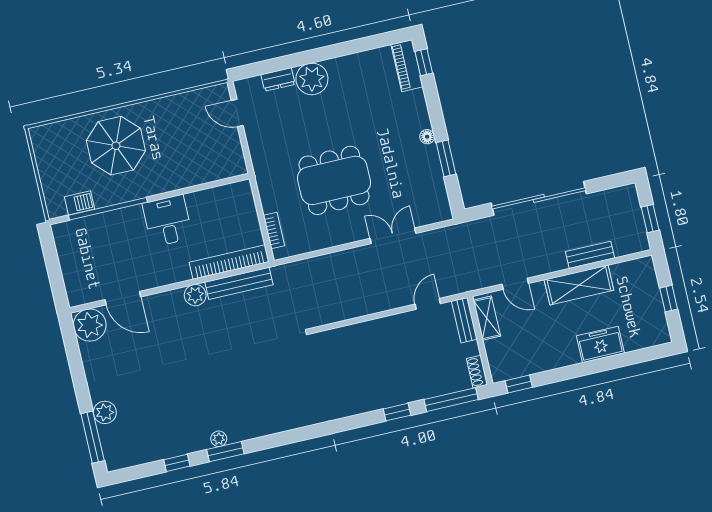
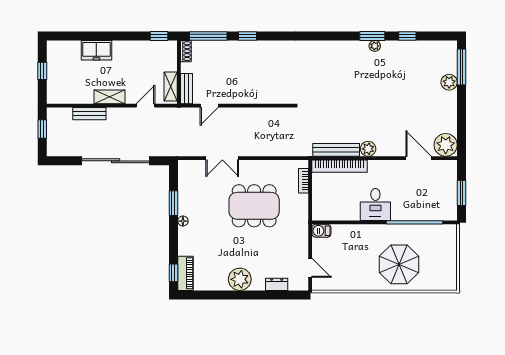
plant: (312, 79) -> (240, 279), moved
barbecue: (79, 203) -> (321, 231), moved
window: (53, 264) -> (462, 193), added
door: (515, 284) -> (146, 106), hinge flipped
shelving: (579, 285) -> (110, 97), width x0.67, depth x0.75

